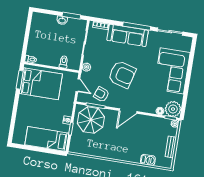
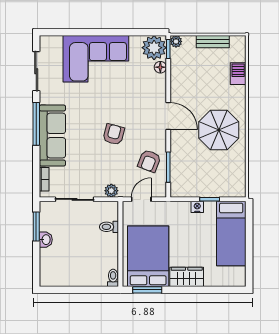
armchair: (122, 74) -> (114, 134), width x0.53, depth x0.53
wardrobe: (24, 106) -> (187, 277), added
parasol: (91, 120) -> (219, 130), moved

